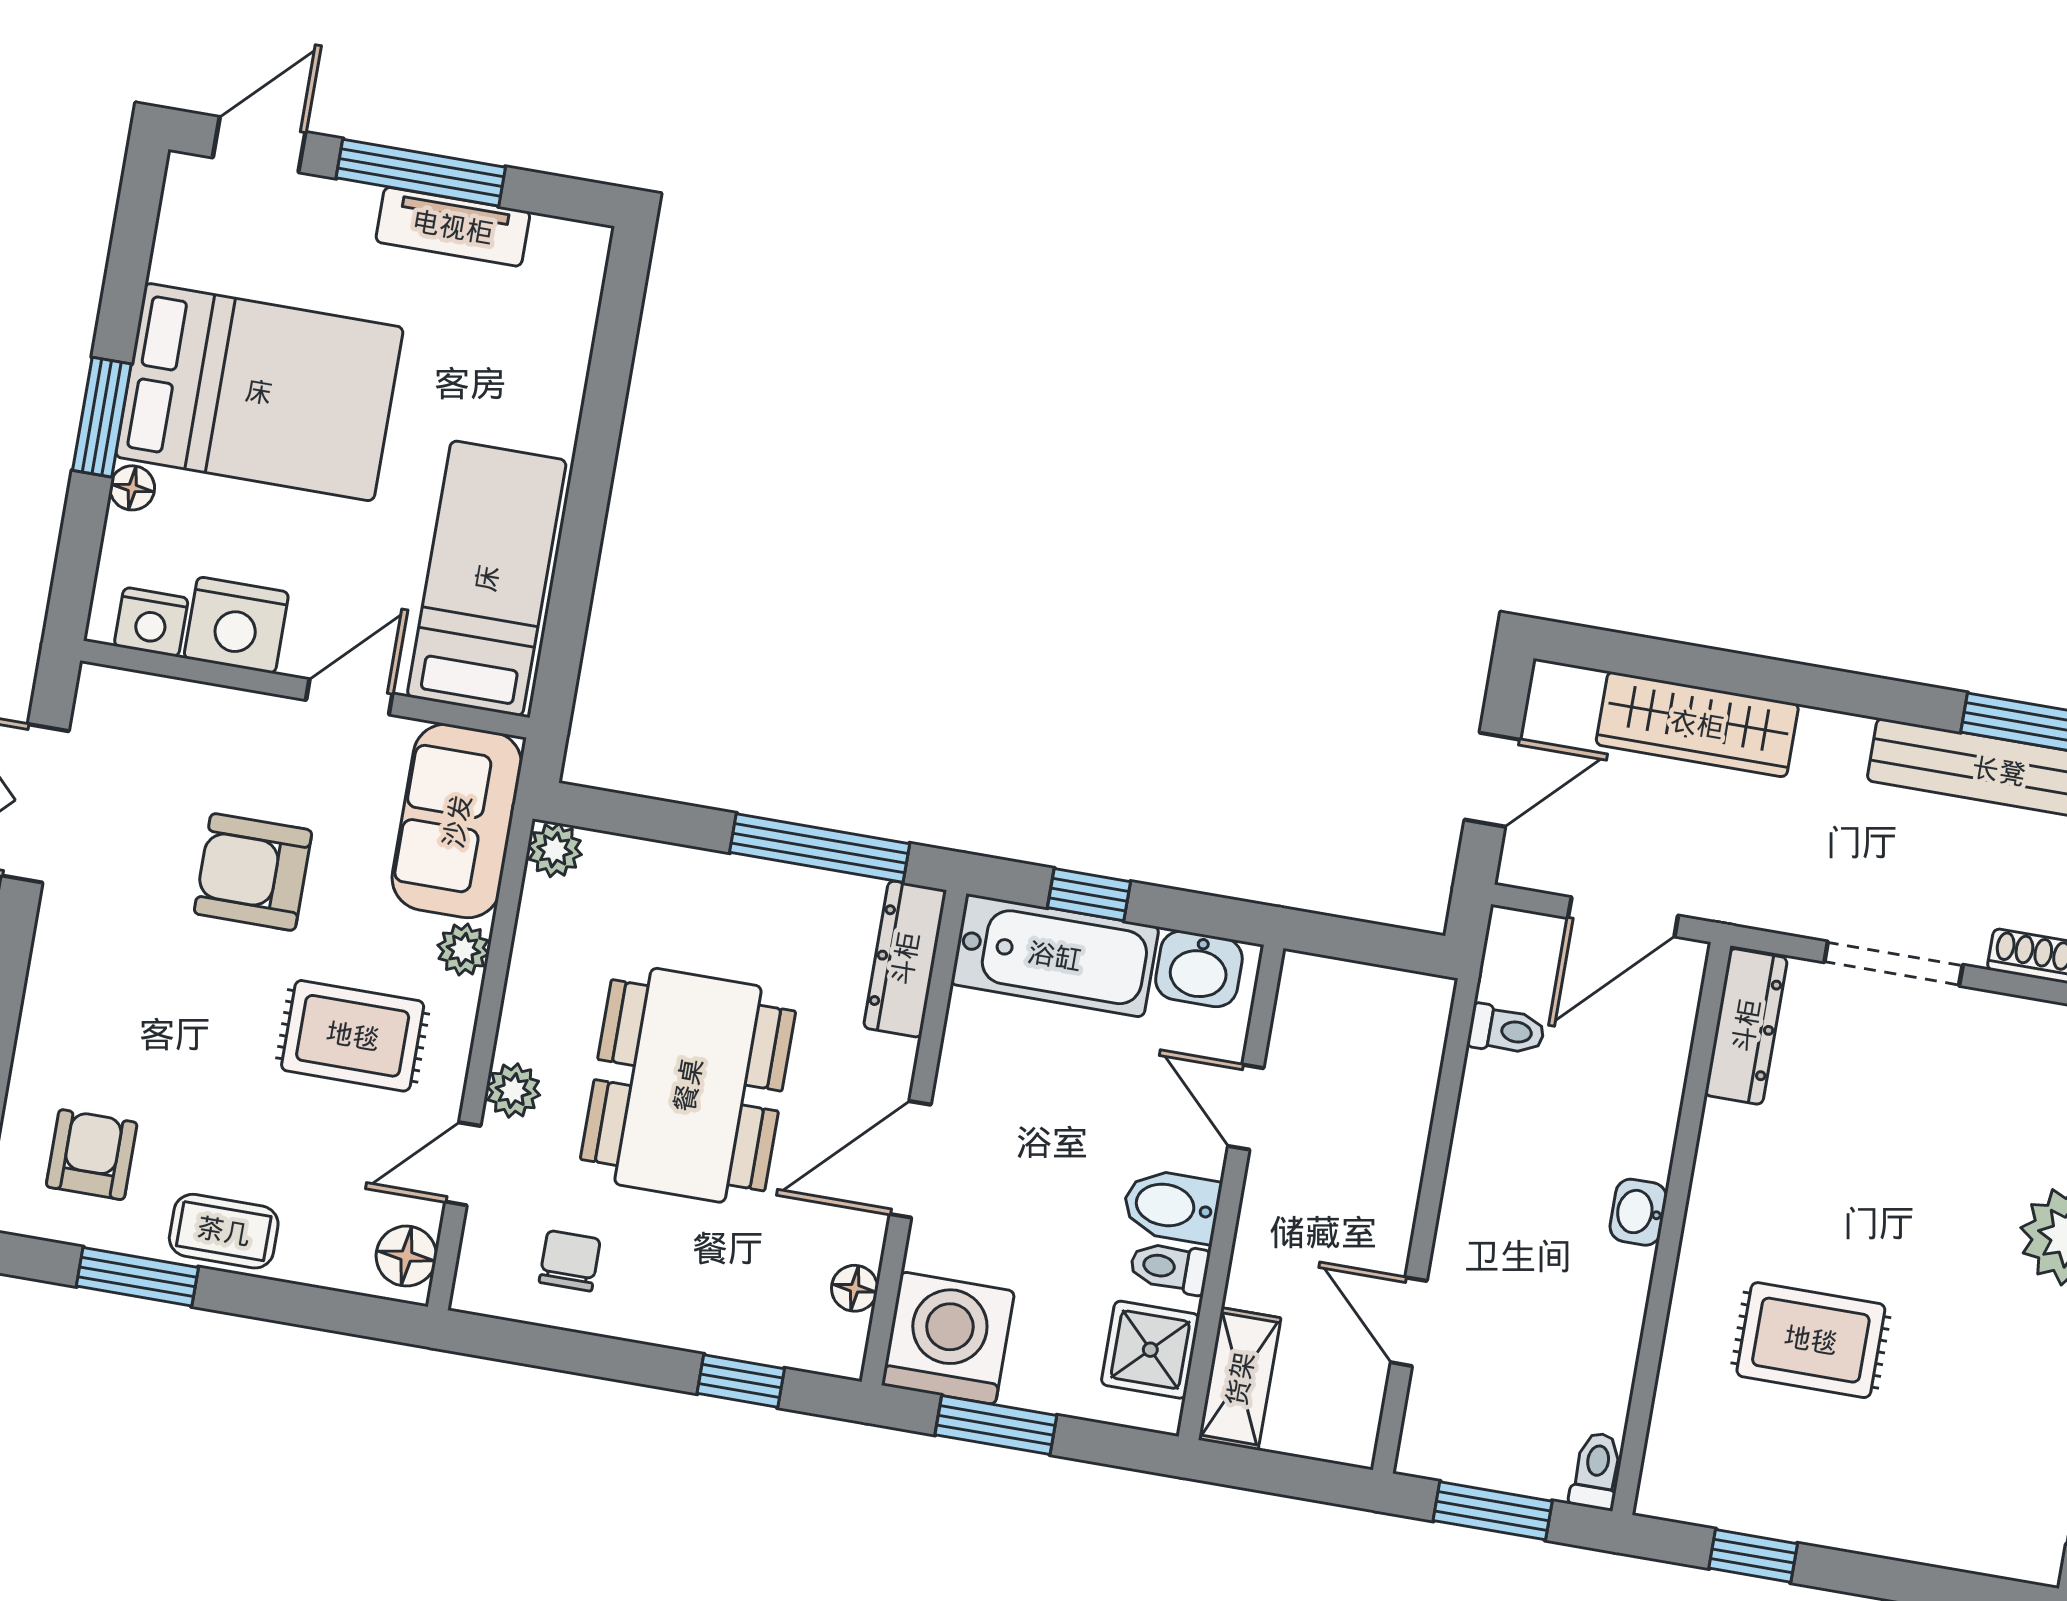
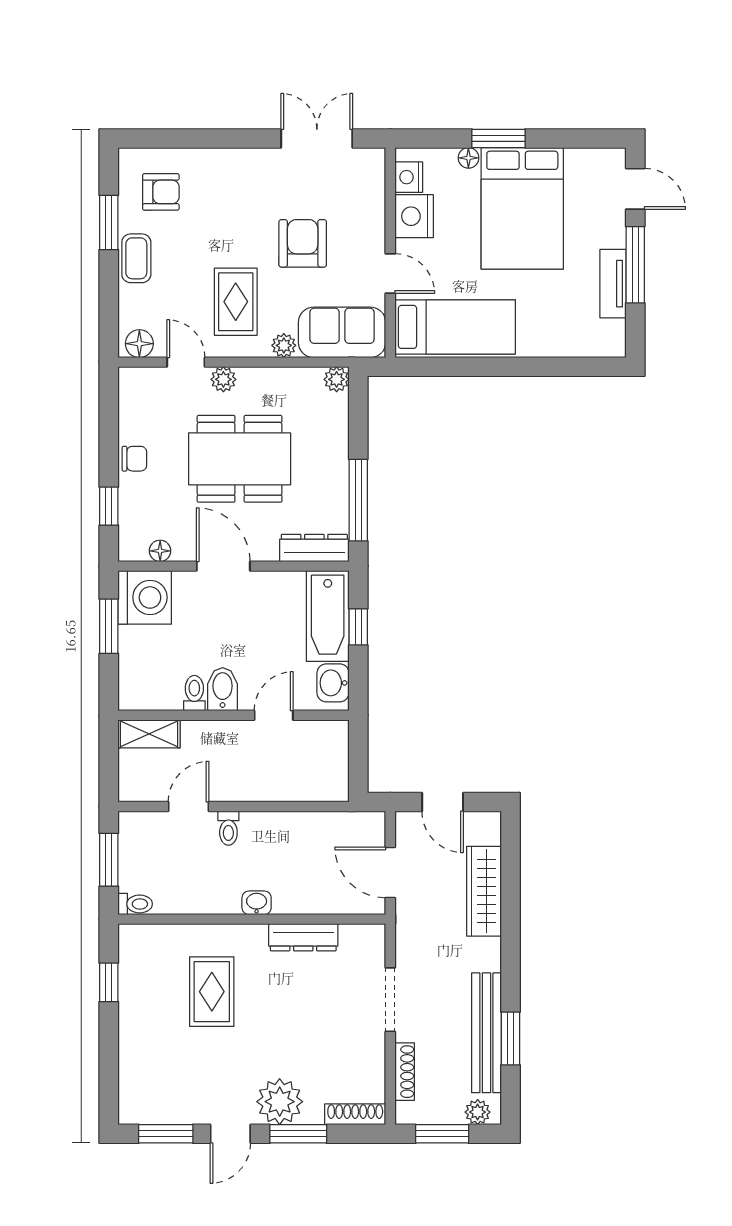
dresser: (1746, 1026) -> (303, 937), moved
toilet: (1506, 1030) -> (228, 828), moved
chair: (570, 1261) -> (134, 459), moved
shower: (1150, 1350) -> (155, 691), removed

